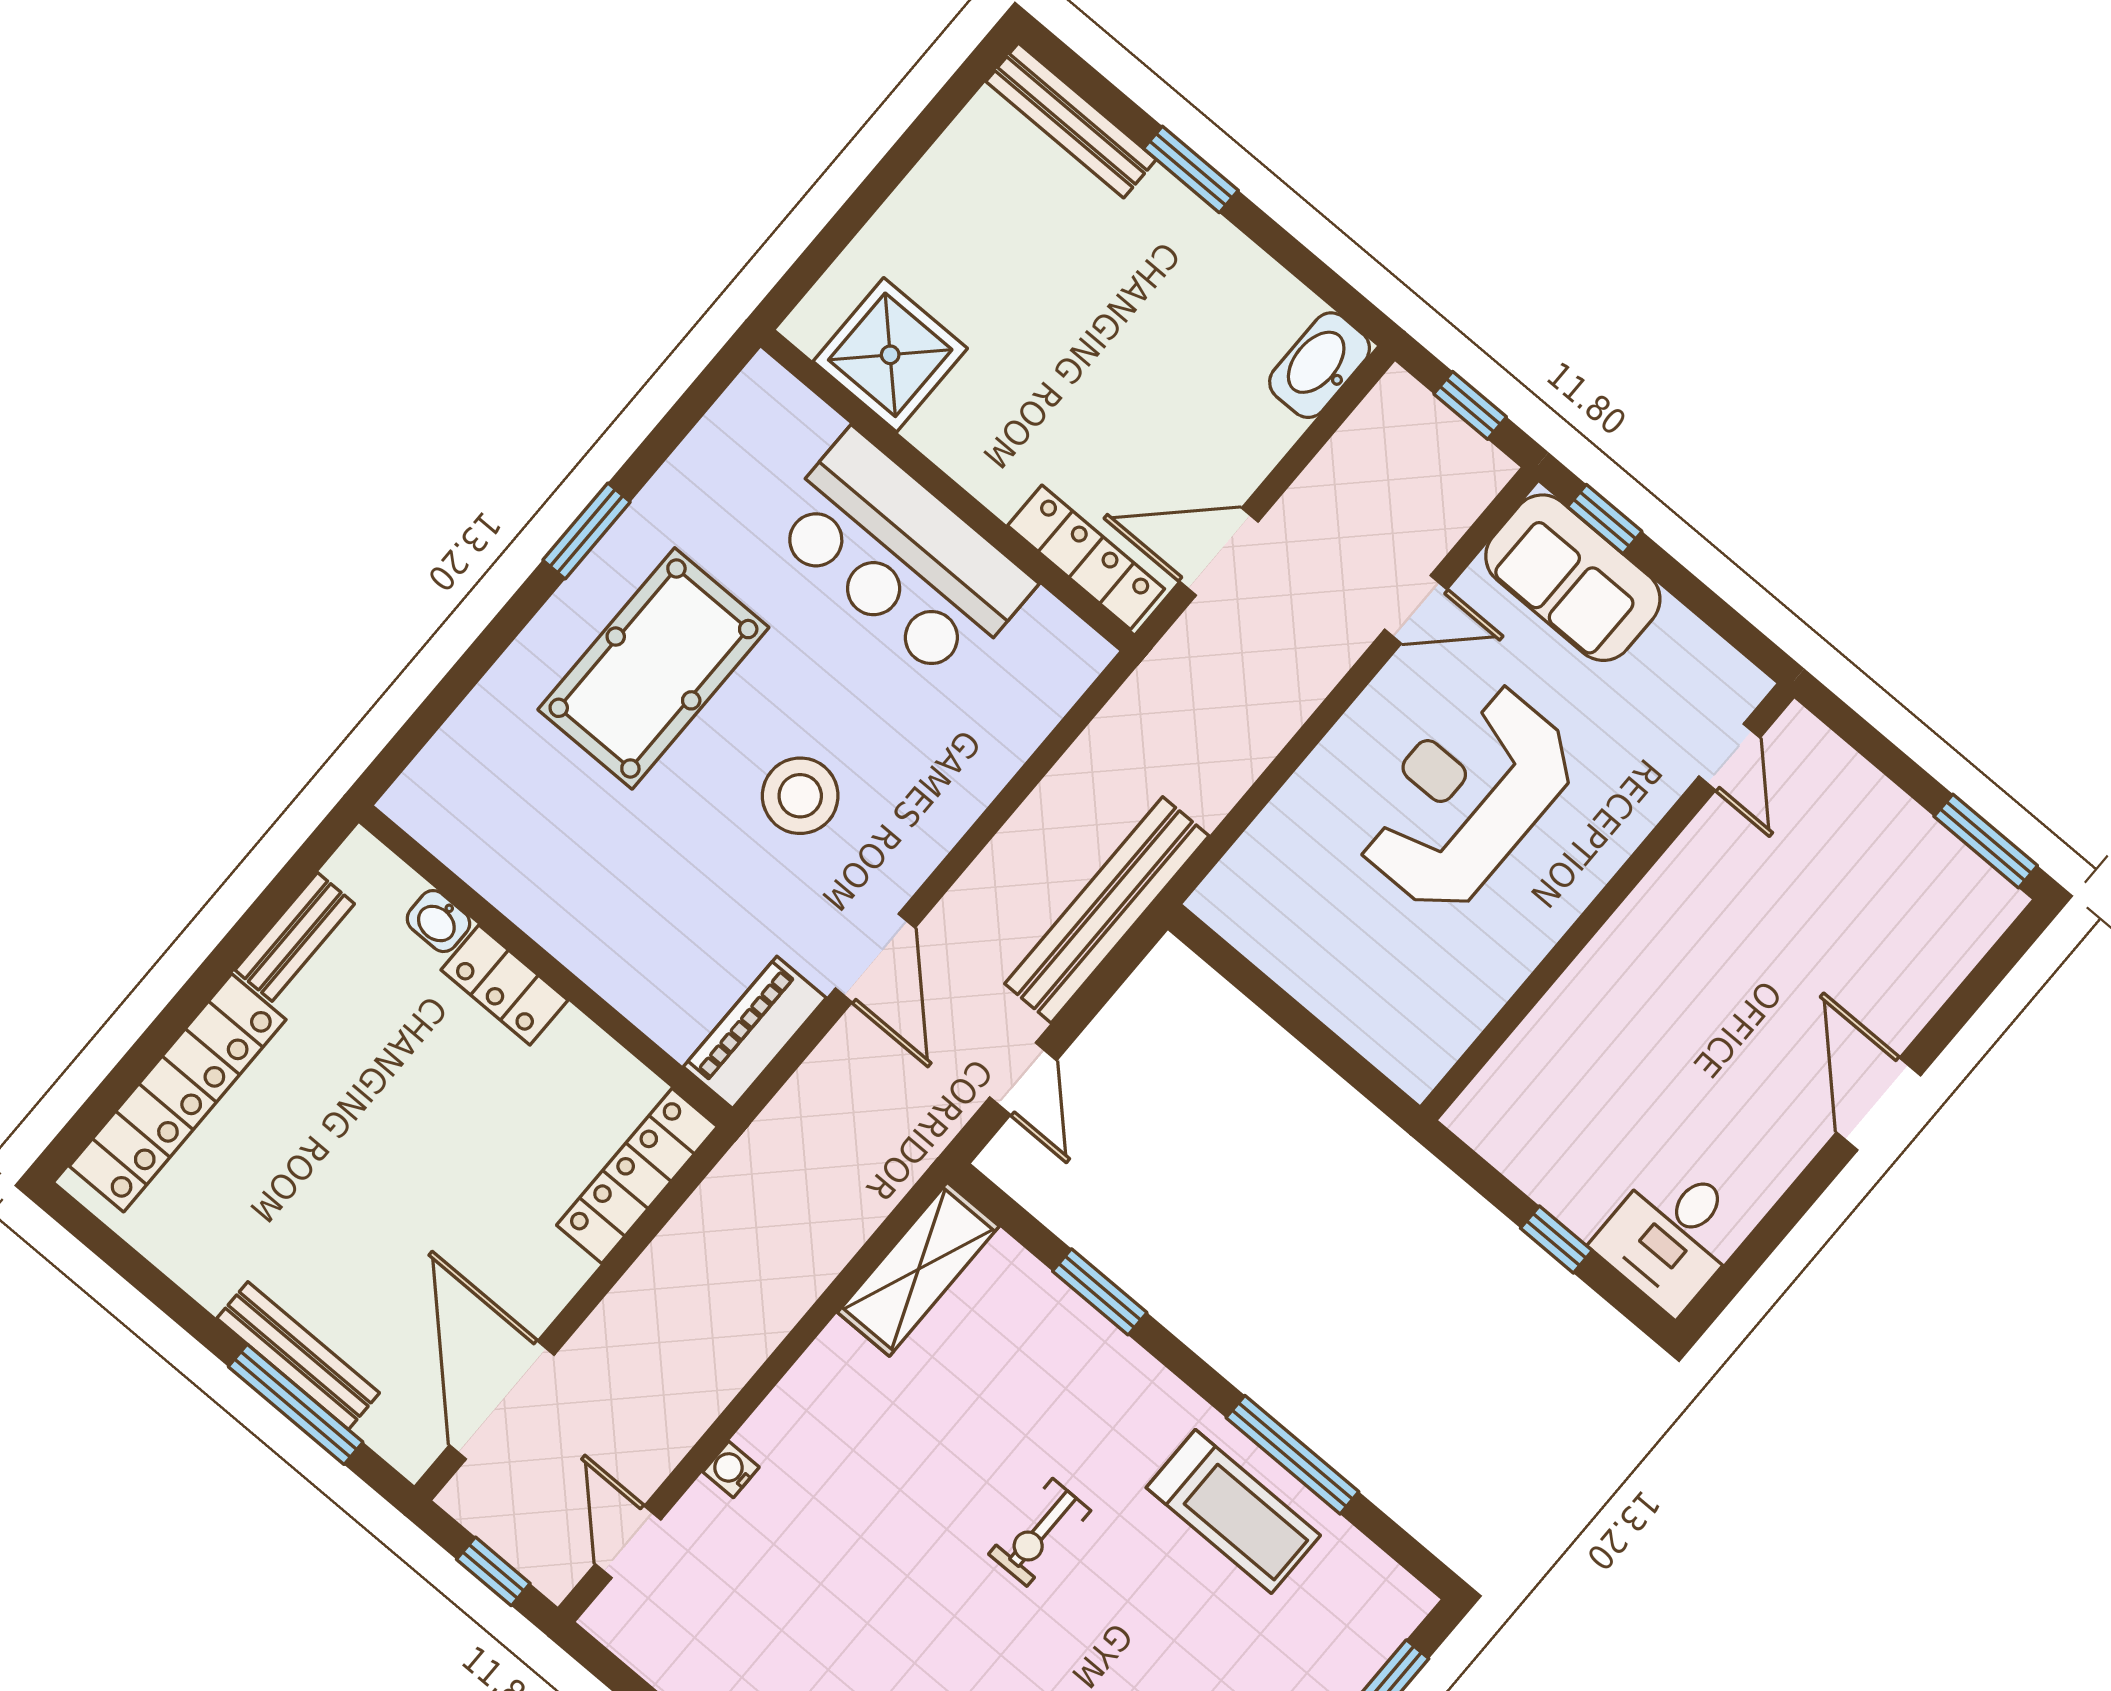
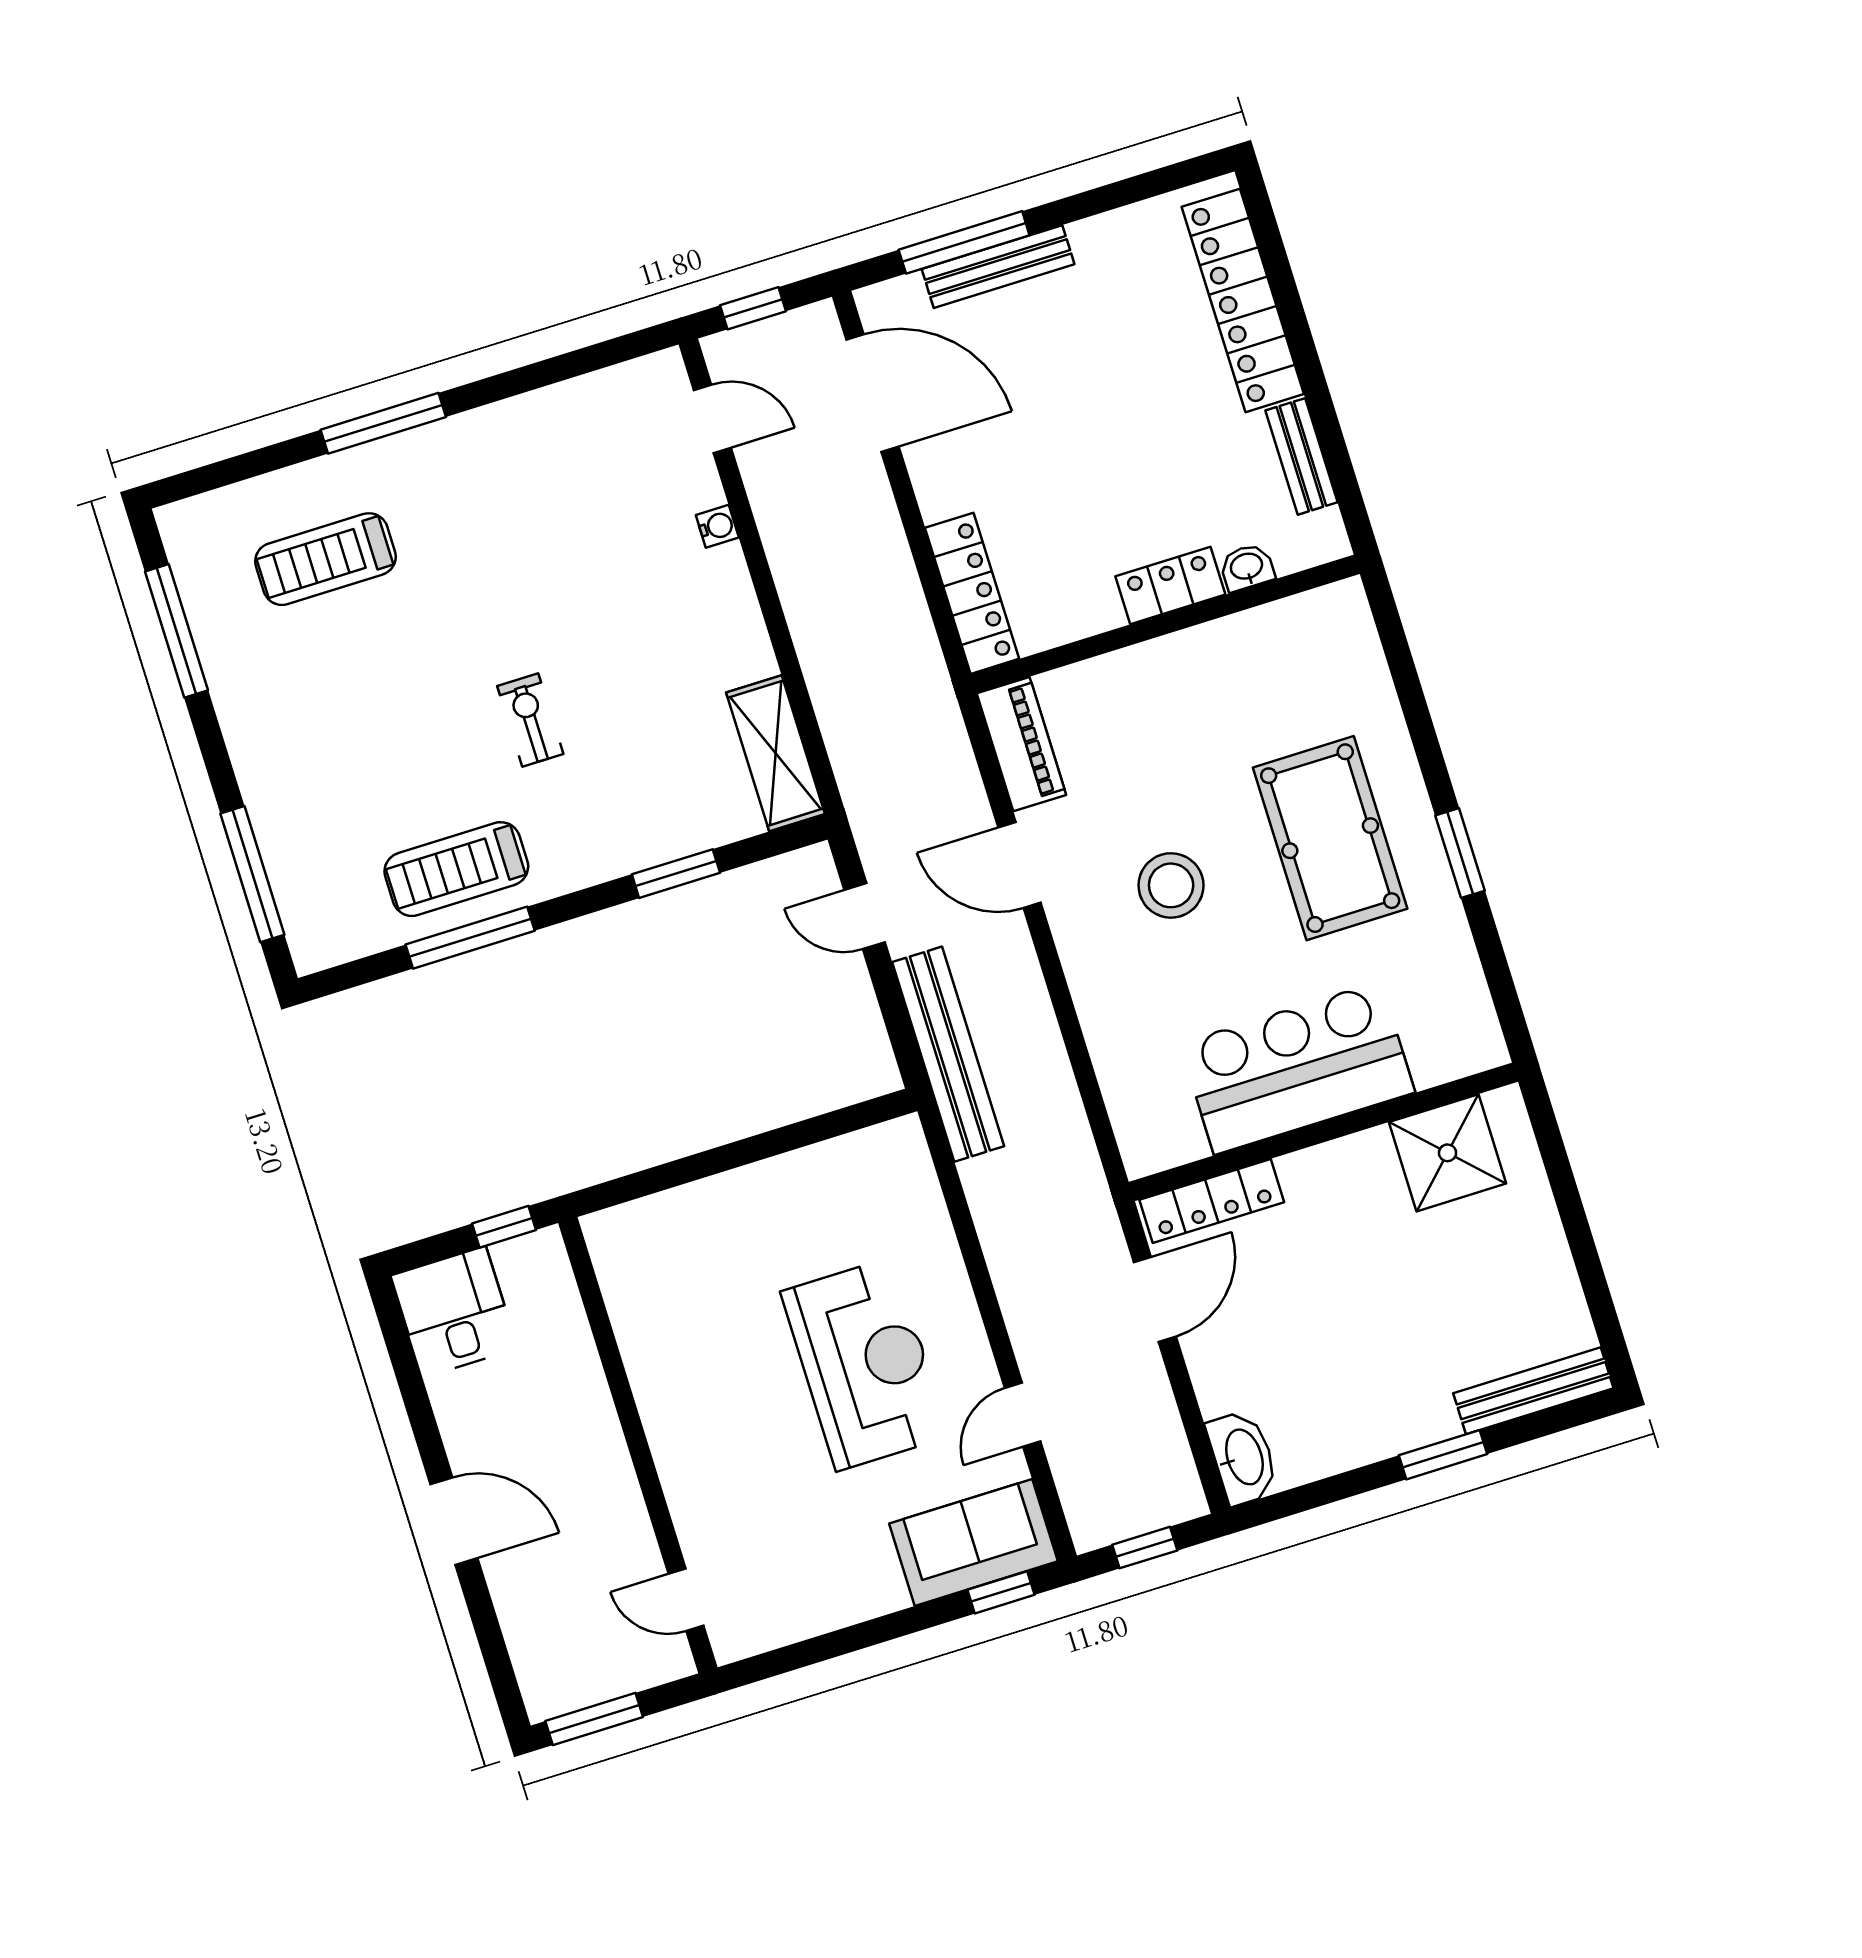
door: (1729, 757) -> (686, 1600), moved
wall: (1607, 902) -> (638, 1445), moved

